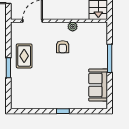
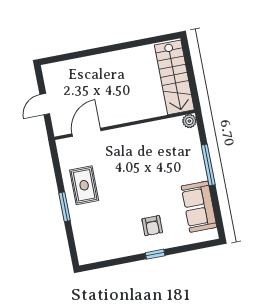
plant: (73, 27) -> (189, 121), moved
armchair: (63, 47) -> (152, 226), moved

